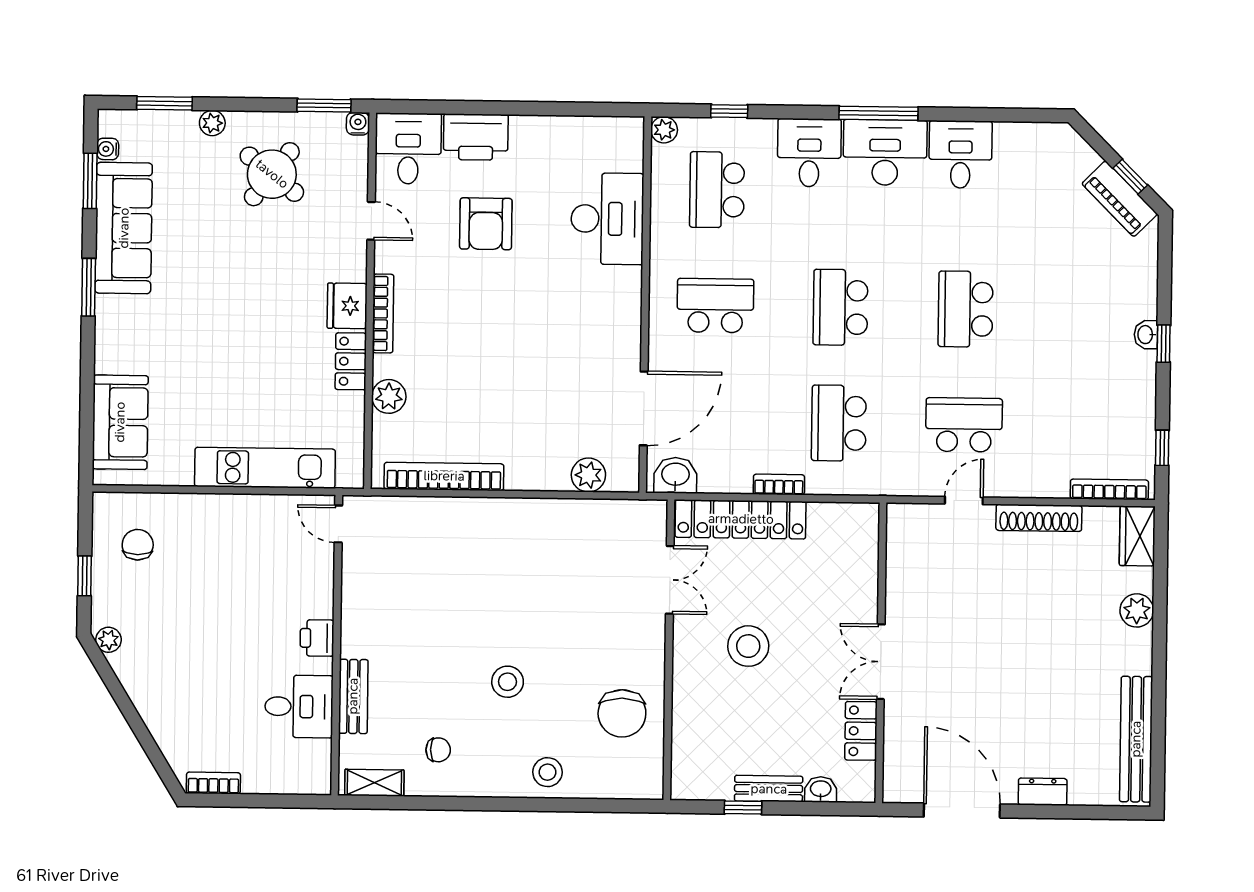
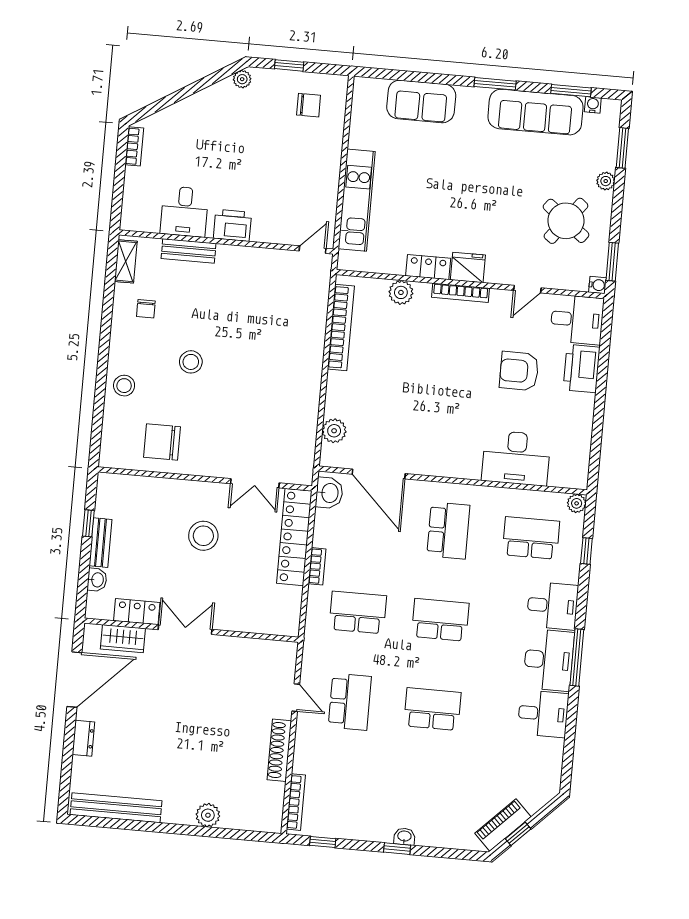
sofa: (120, 422) -> (421, 101), moved
wardrobe: (1137, 536) -> (123, 639), moved, turned 180
printer: (317, 638) -> (233, 225), width x1.36, depth x1.24

